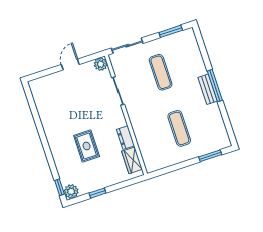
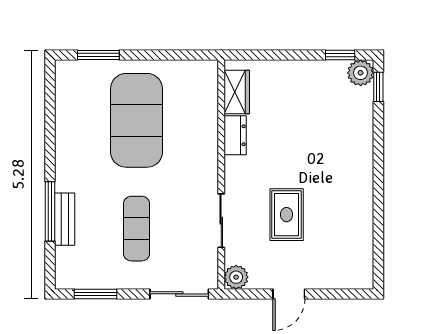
window: (215, 86) -> (50, 211), moved
bench: (208, 89) -> (65, 219), moved
exercise mat: (179, 128) -> (137, 120), width x2.00, depth x1.45
rug: (87, 146) -> (287, 215), moved
window: (97, 193) -> (340, 55), moved

